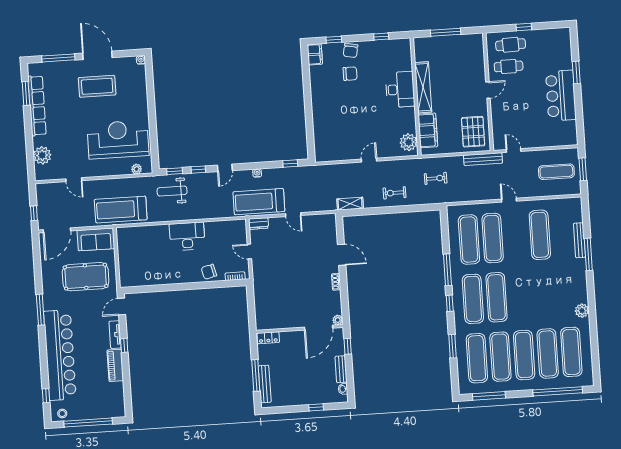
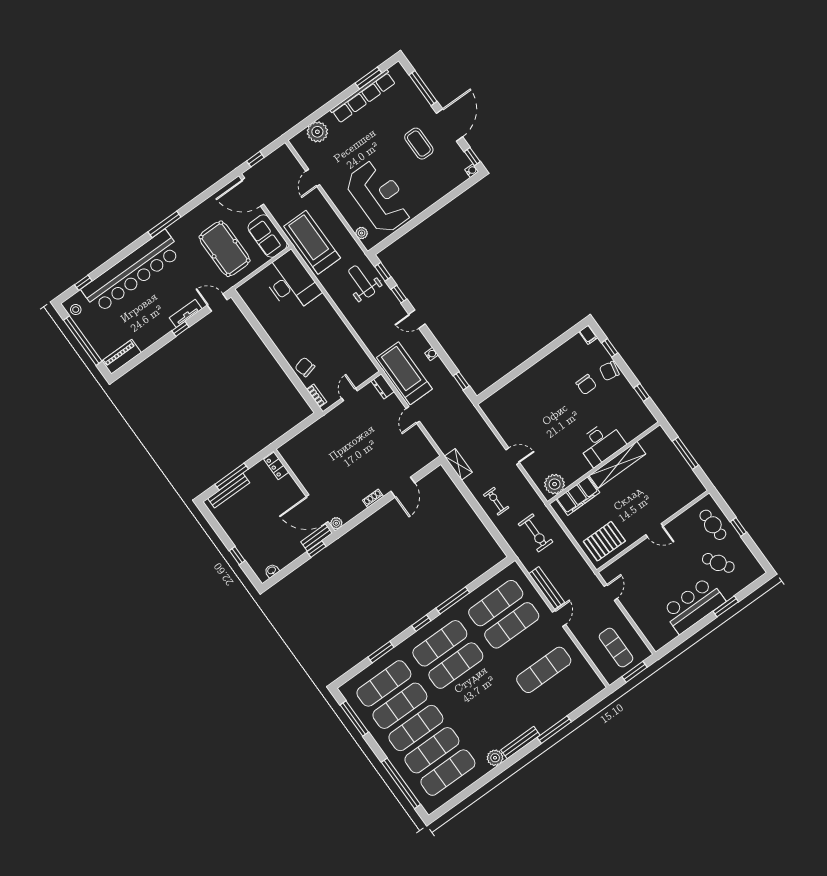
window: (131, 53) -> (472, 157), added
filing cabinet: (315, 54) -> (588, 335), width x0.50
cafe table: (509, 66) -> (718, 563), moved, turned -33
coffee table: (97, 86) -> (419, 144), width x0.73, depth x0.76
bench: (483, 159) -> (547, 588), moved
exercise bike: (436, 178) -> (536, 533), width x1.38, depth x1.39
desk: (187, 236) -> (291, 282), moved, width x1.36, depth x1.30
bench: (579, 240) -> (520, 743), moved
piano: (115, 365) -> (121, 357), moved
bench: (341, 369) -> (317, 537), moved

